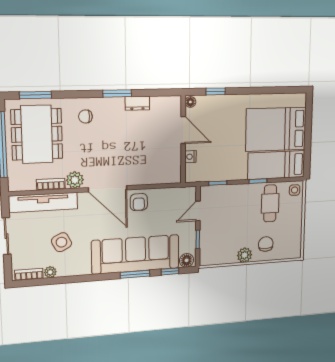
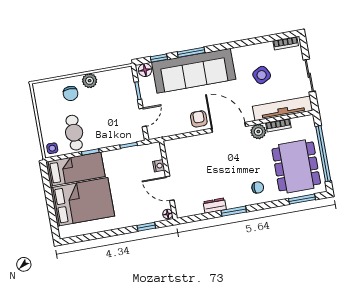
plant: (50, 272) -> (267, 47), removed

